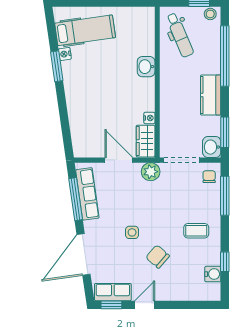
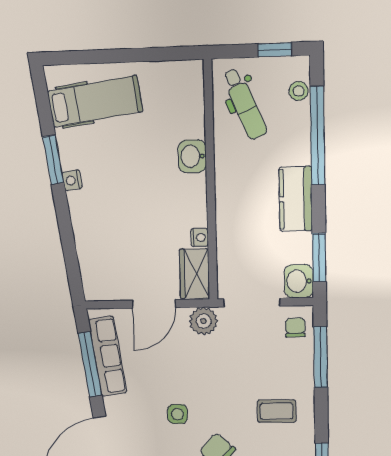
stool: (210, 14) -> (299, 91), moved
nightstand: (65, 54) -> (72, 180), moved
door: (119, 160) -> (154, 304), swing flipped

